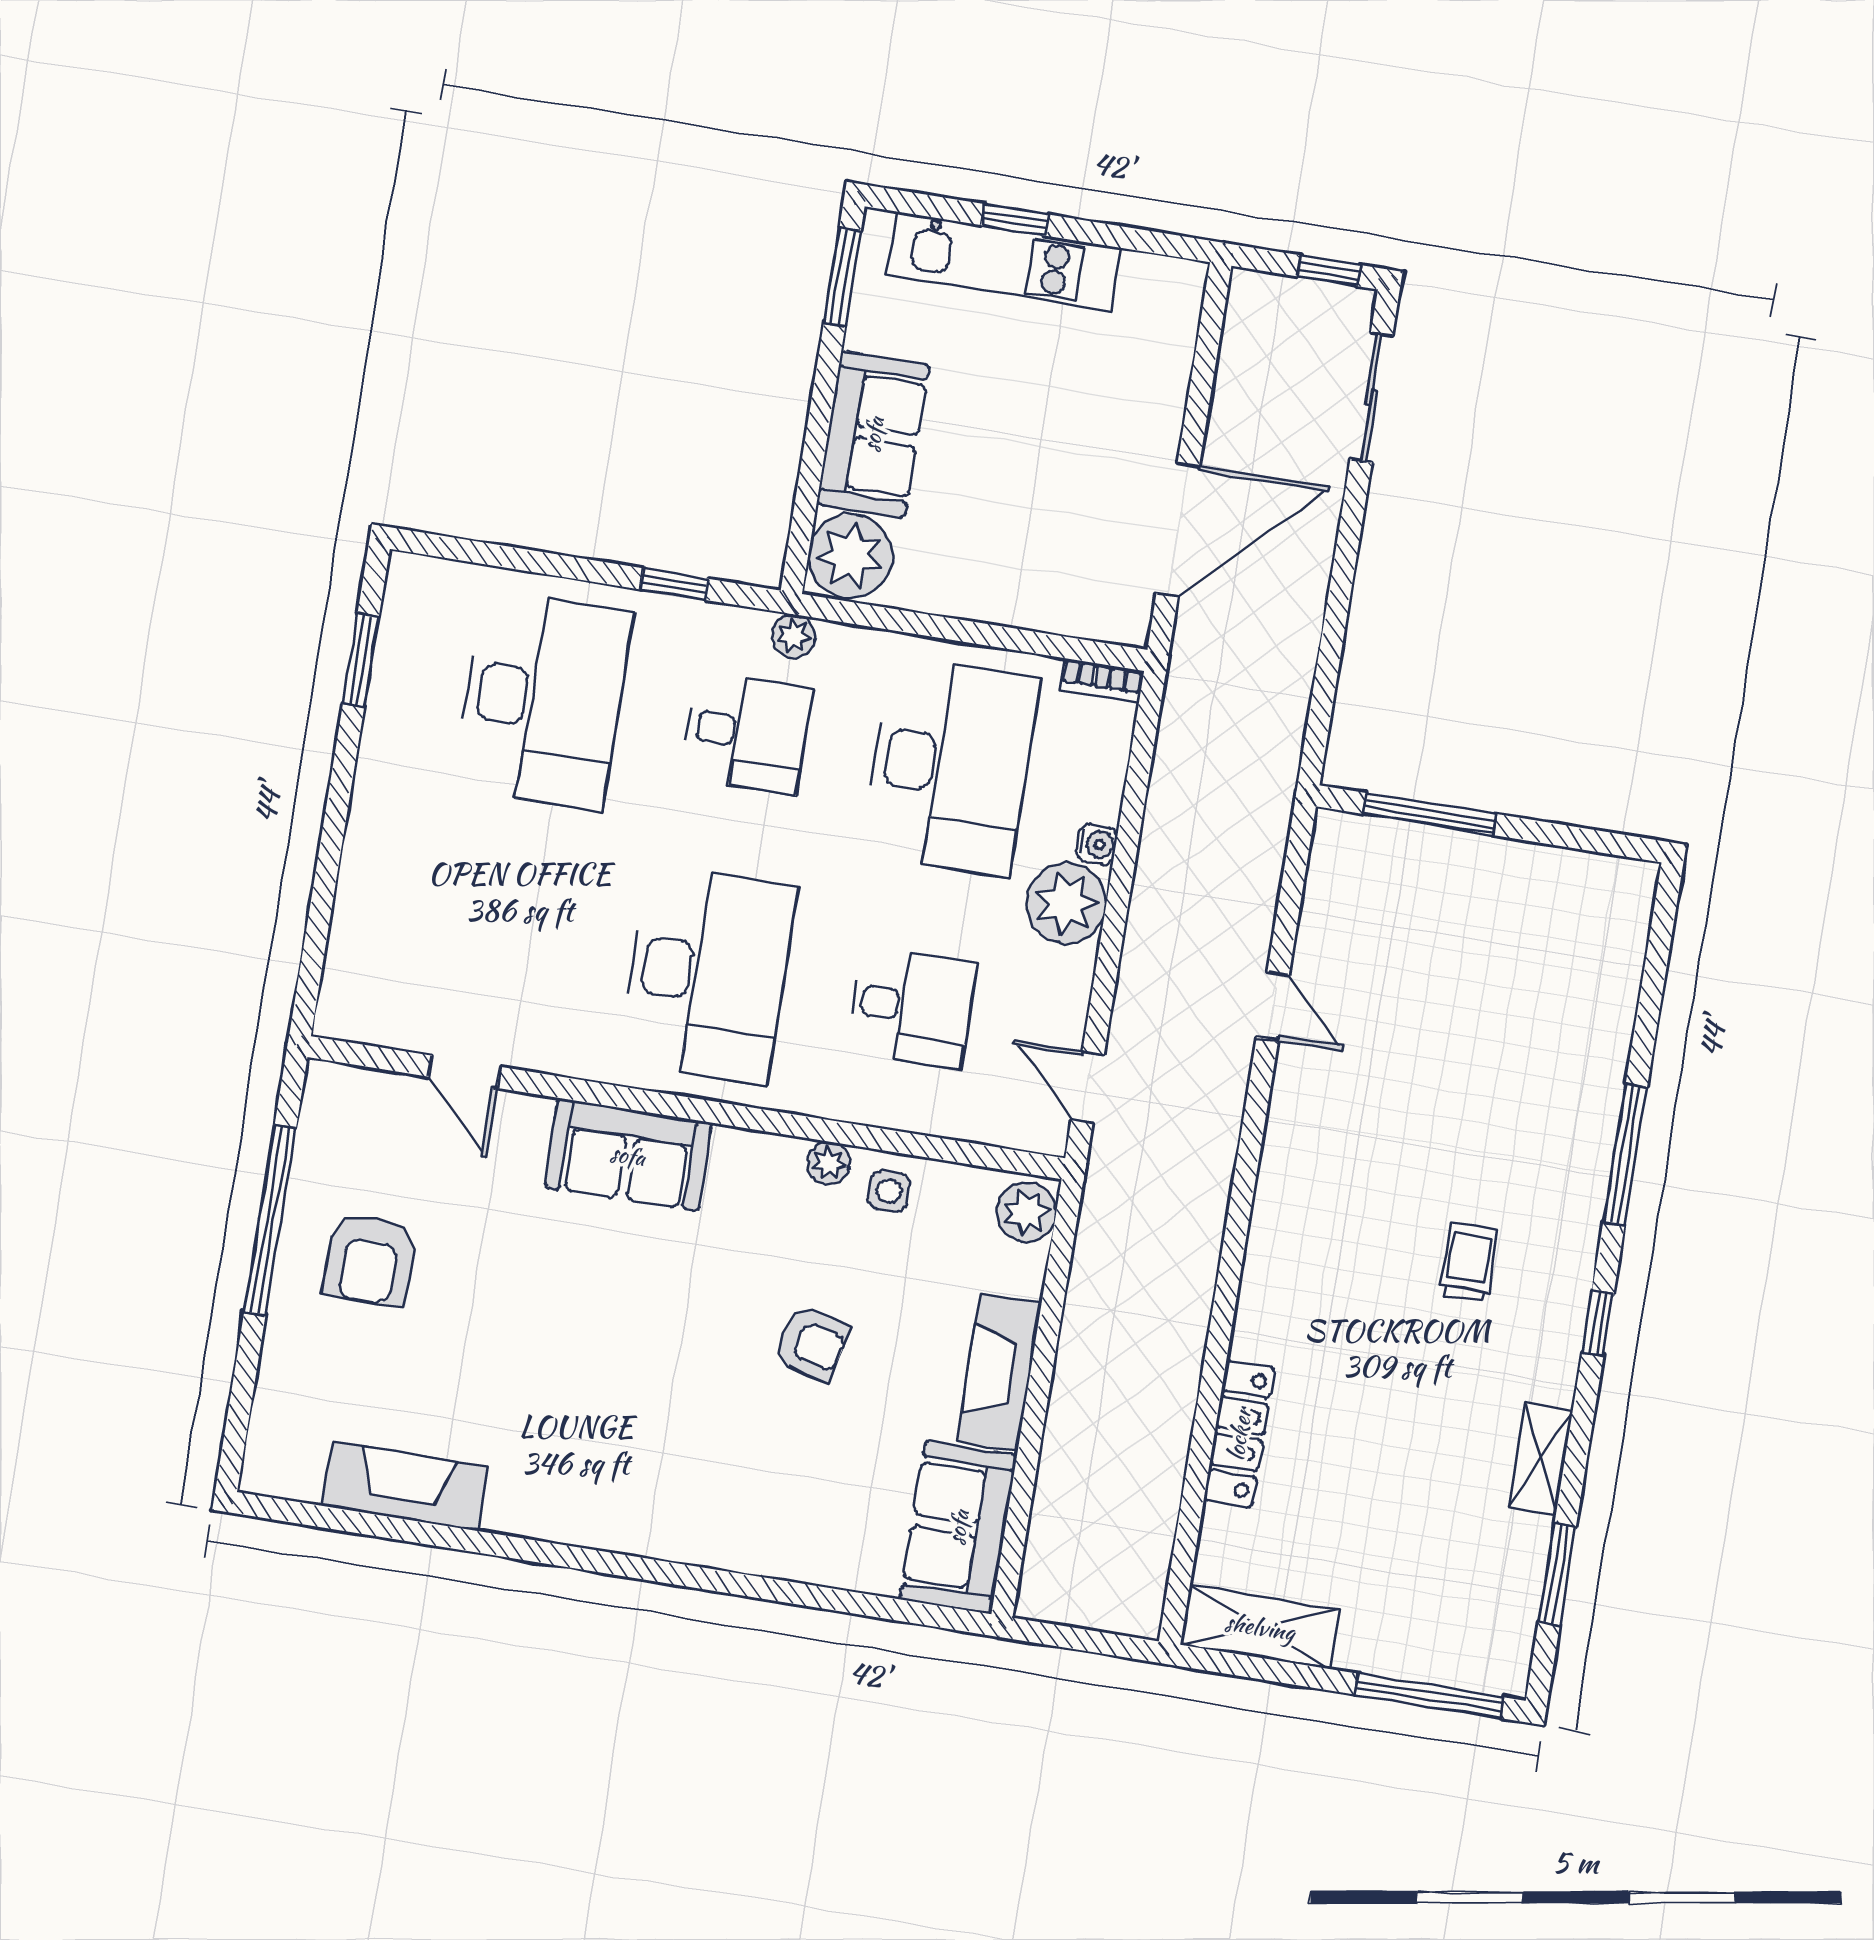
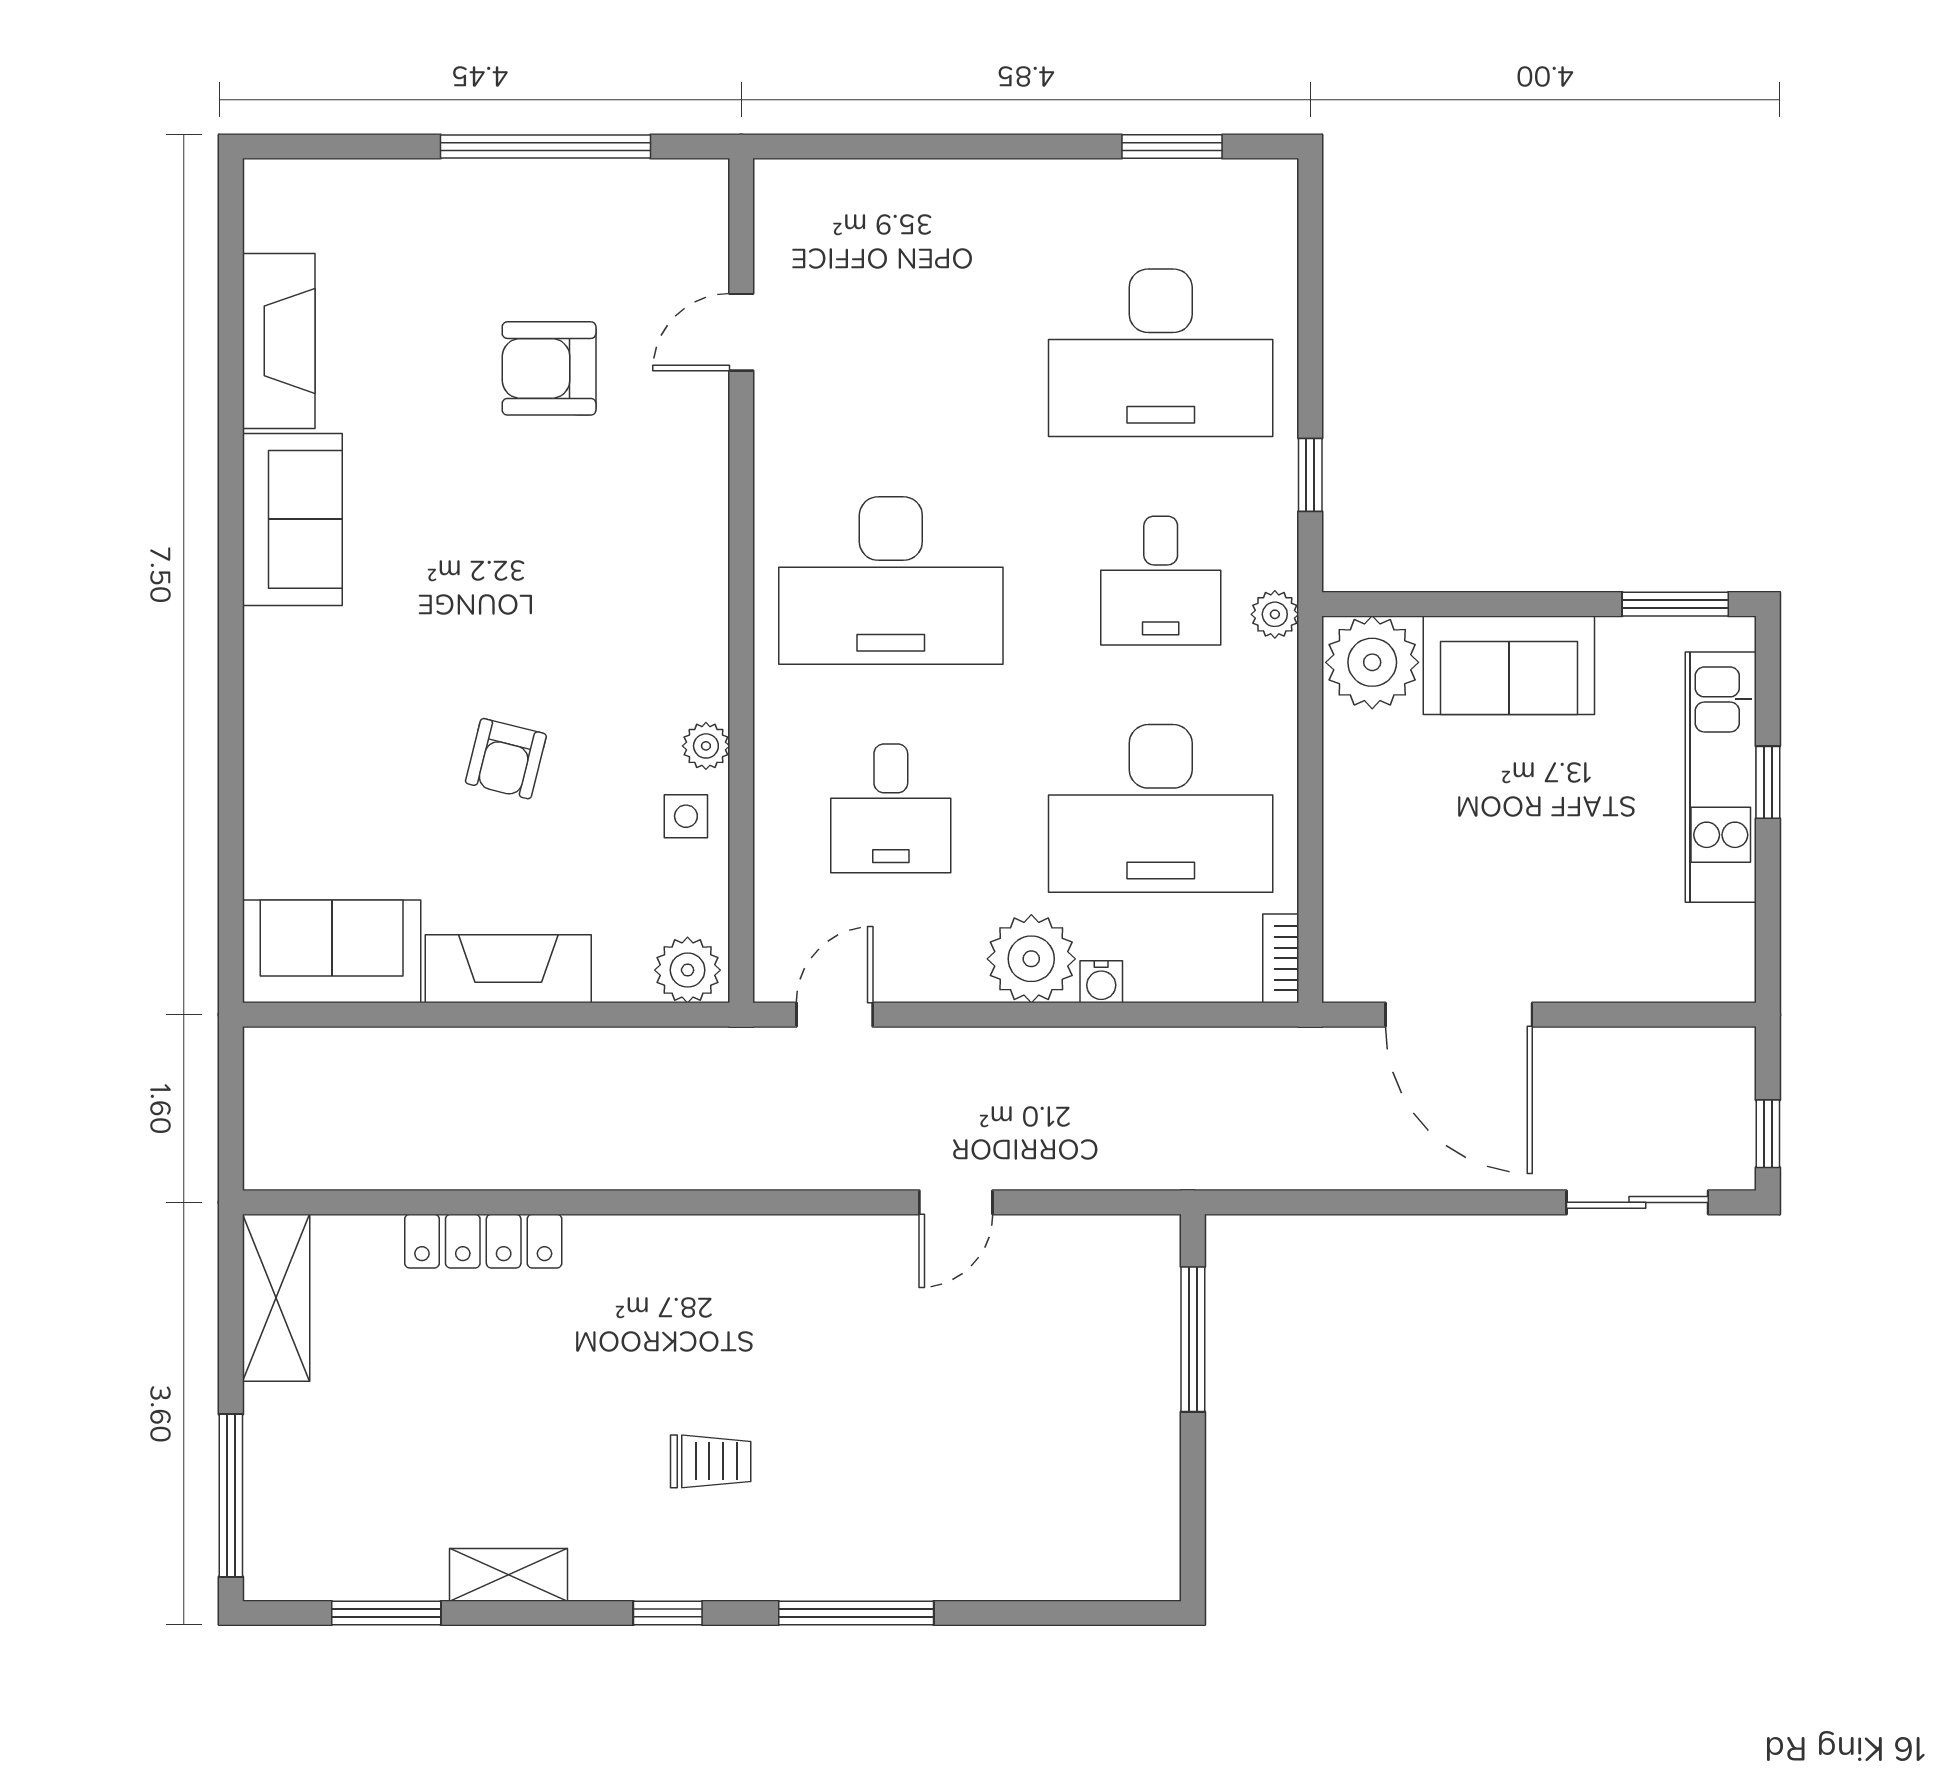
sofa: (628, 1155) -> (292, 519), moved, turned 180
armchair: (370, 1259) -> (549, 368), moved

